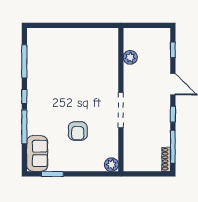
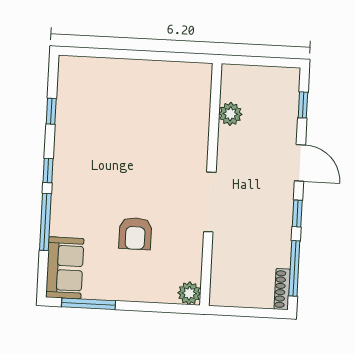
window: (24, 61) -> (51, 111), width x0.46
window: (52, 174) -> (89, 304), width x1.44

